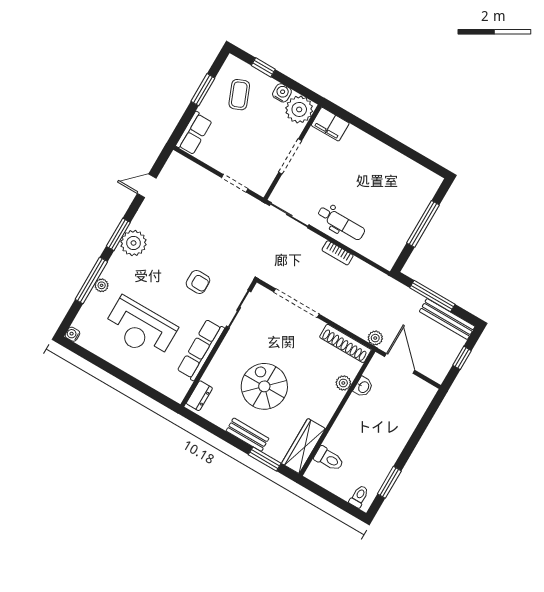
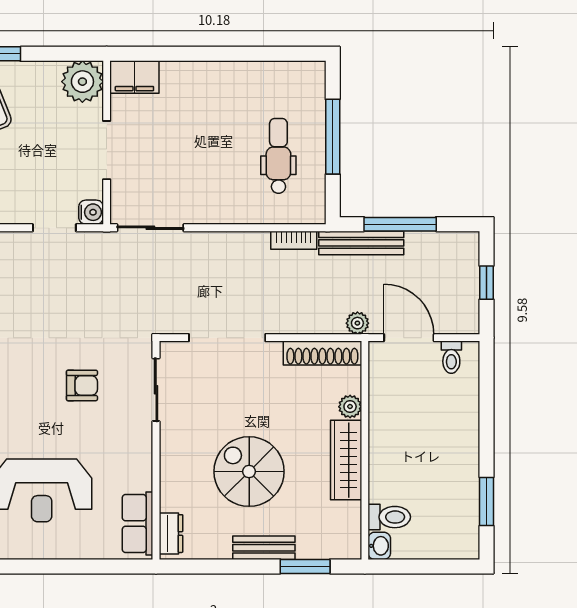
water cooler: (282, 93) -> (91, 212), moved, turned 90
dental chair: (341, 223) -> (278, 156), moved, turned -90
bookcase: (338, 253) -> (294, 240), moved
bench: (447, 319) -> (361, 243), moved
row of seats: (201, 350) -> (138, 524), moved, width x0.68
washbasin: (363, 387) -> (379, 546), moved
wardrobe: (304, 446) -> (346, 460), moved
toilet: (359, 496) -> (451, 357), moved, turned 180

